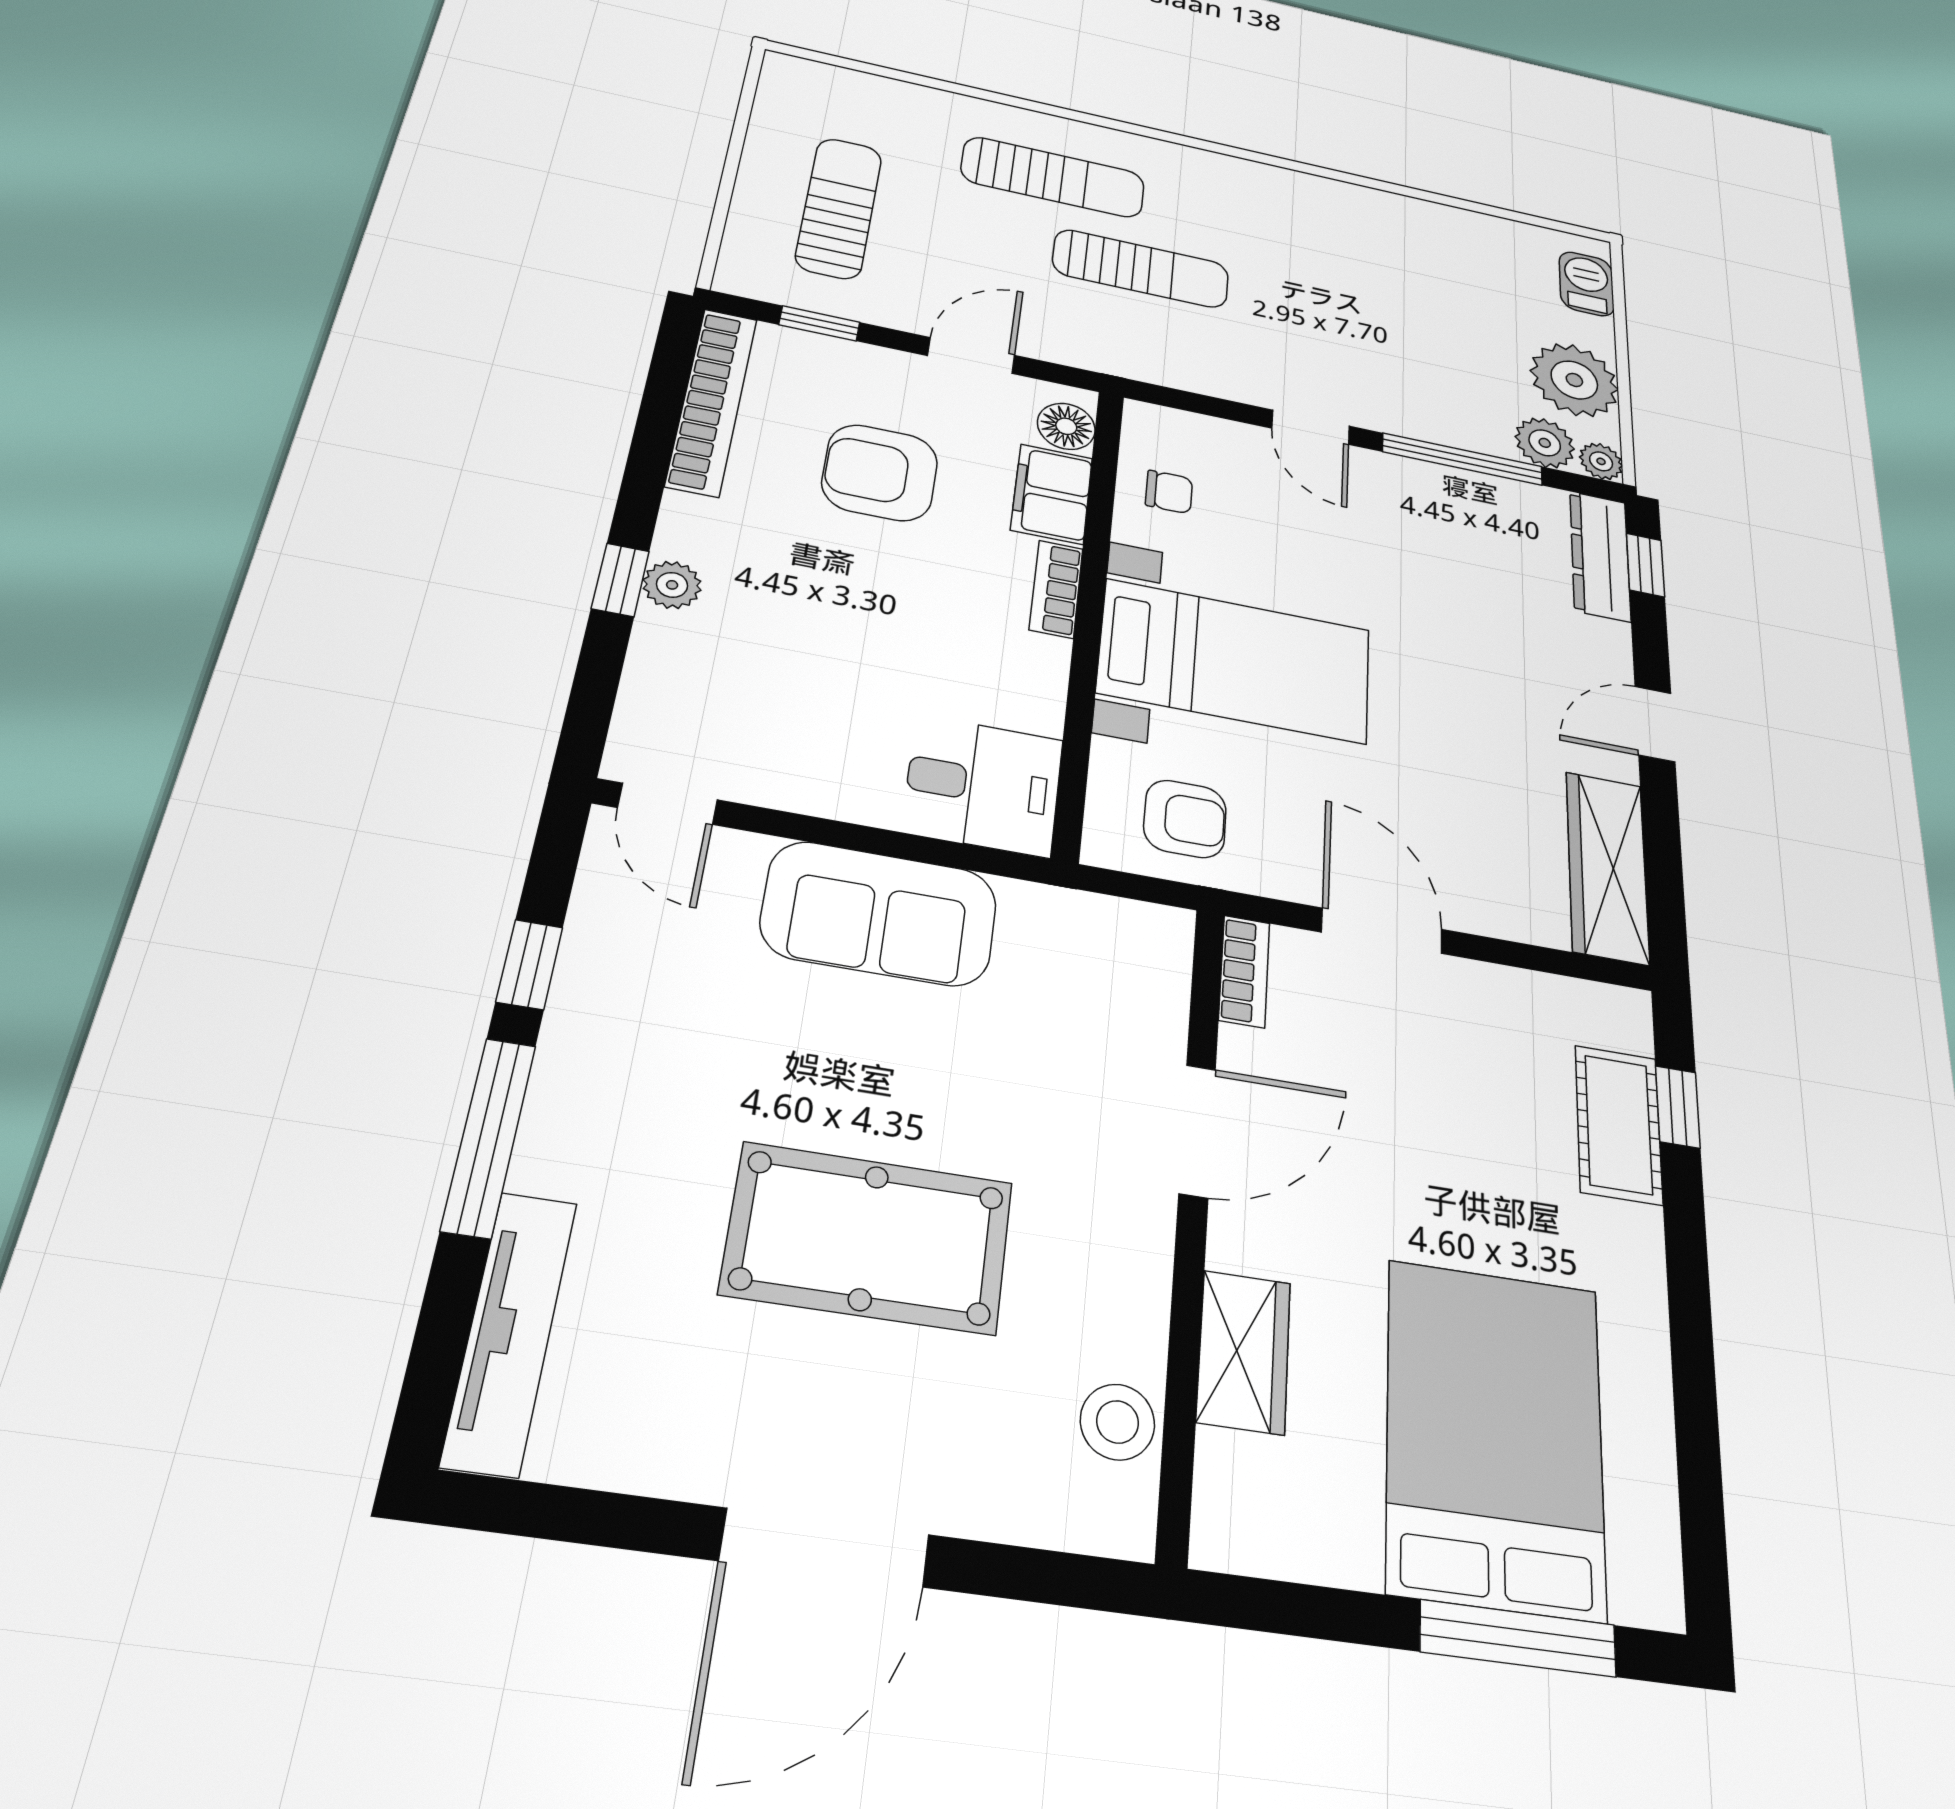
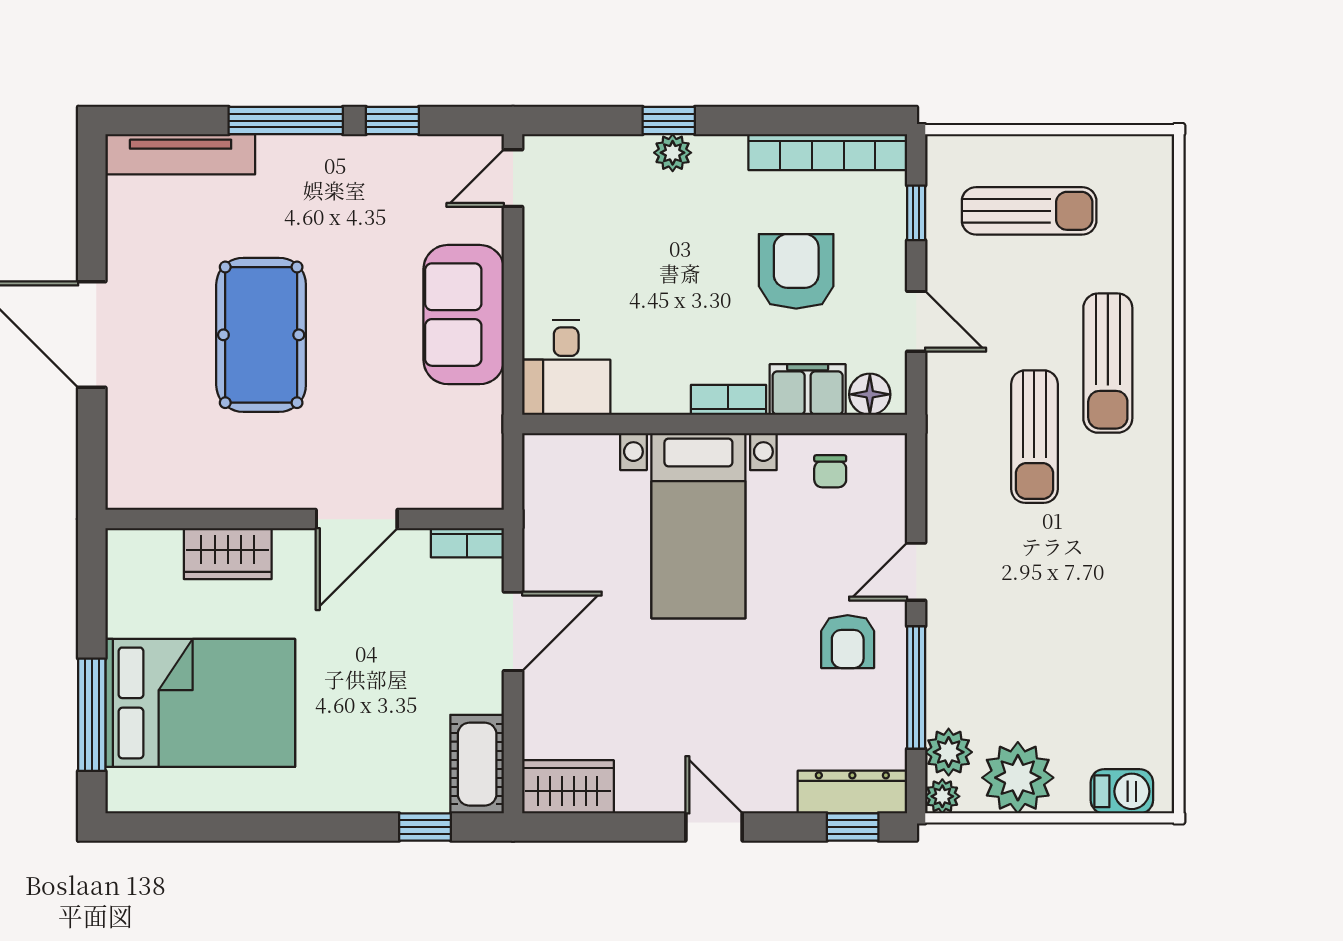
armchair: (1185, 819) -> (848, 642), moved
wardrobe: (1607, 867) -> (568, 787), width x0.67
cot: (1619, 1124) -> (477, 764), moved, turned 90
door: (1197, 1131) -> (357, 519), hinge flipped
stool: (1117, 1422) -> (178, 484), removed

